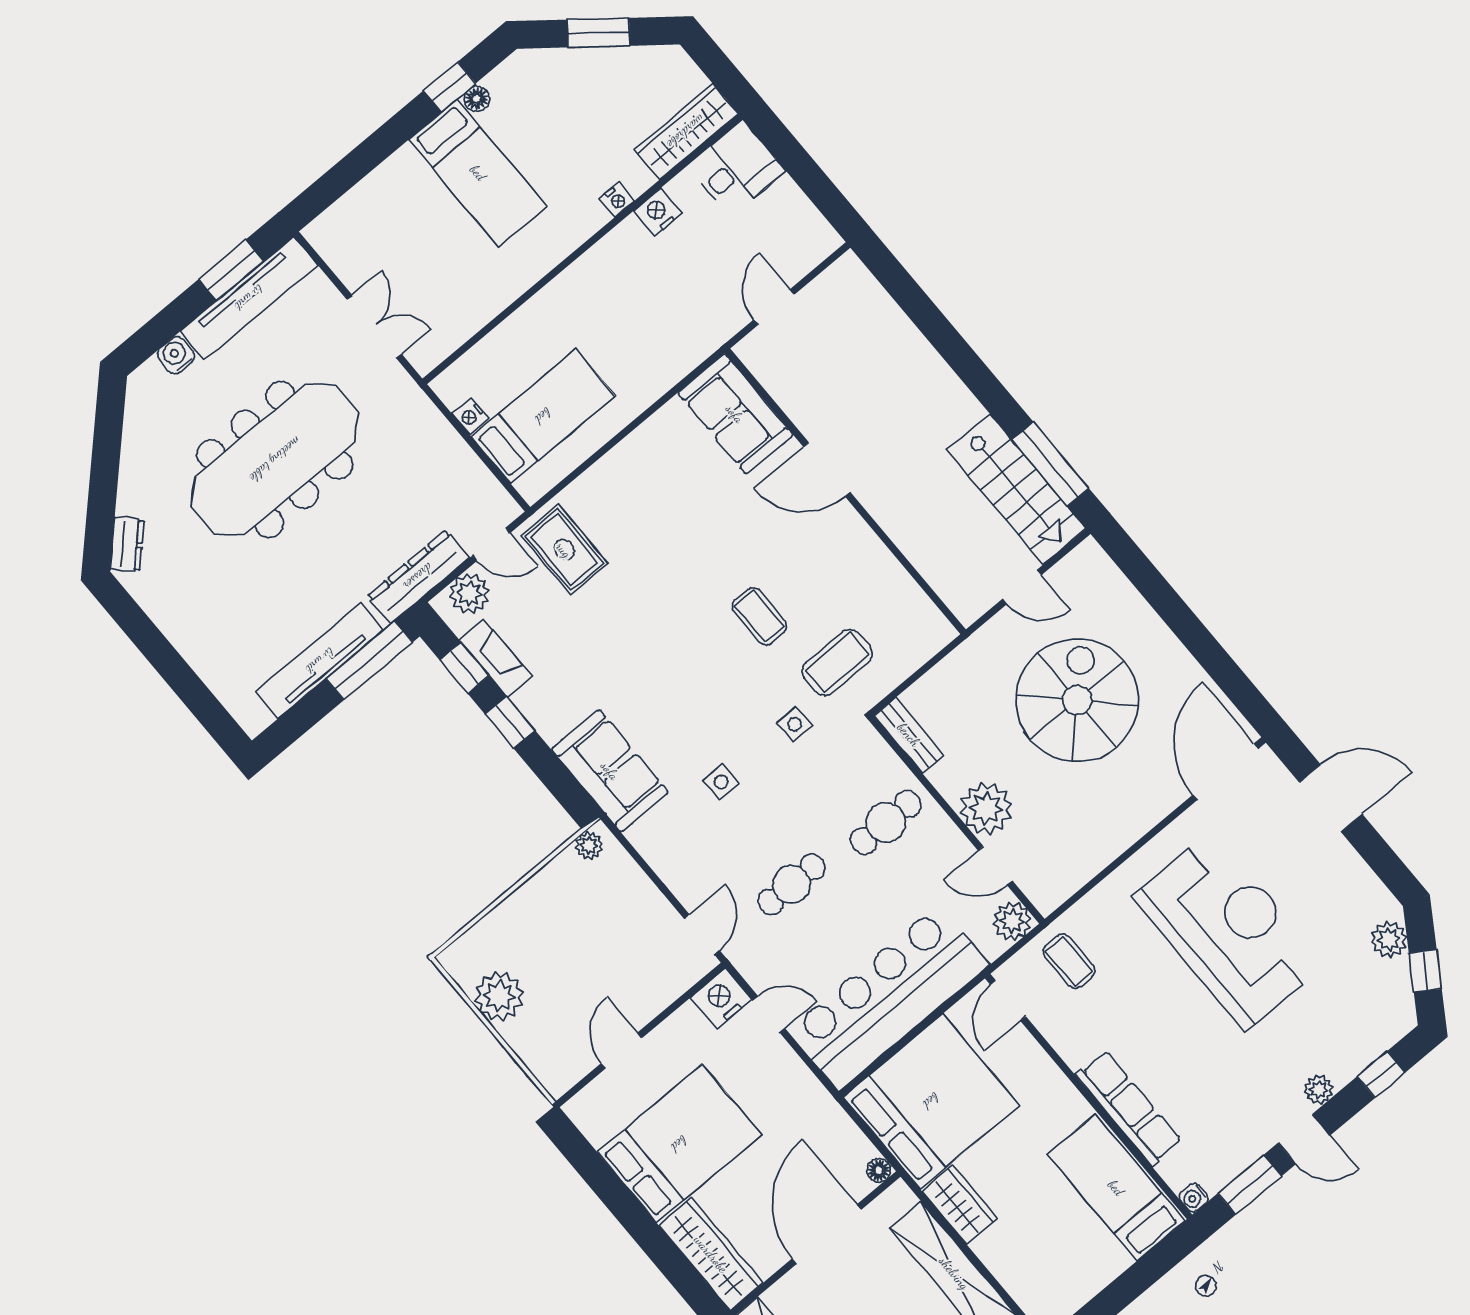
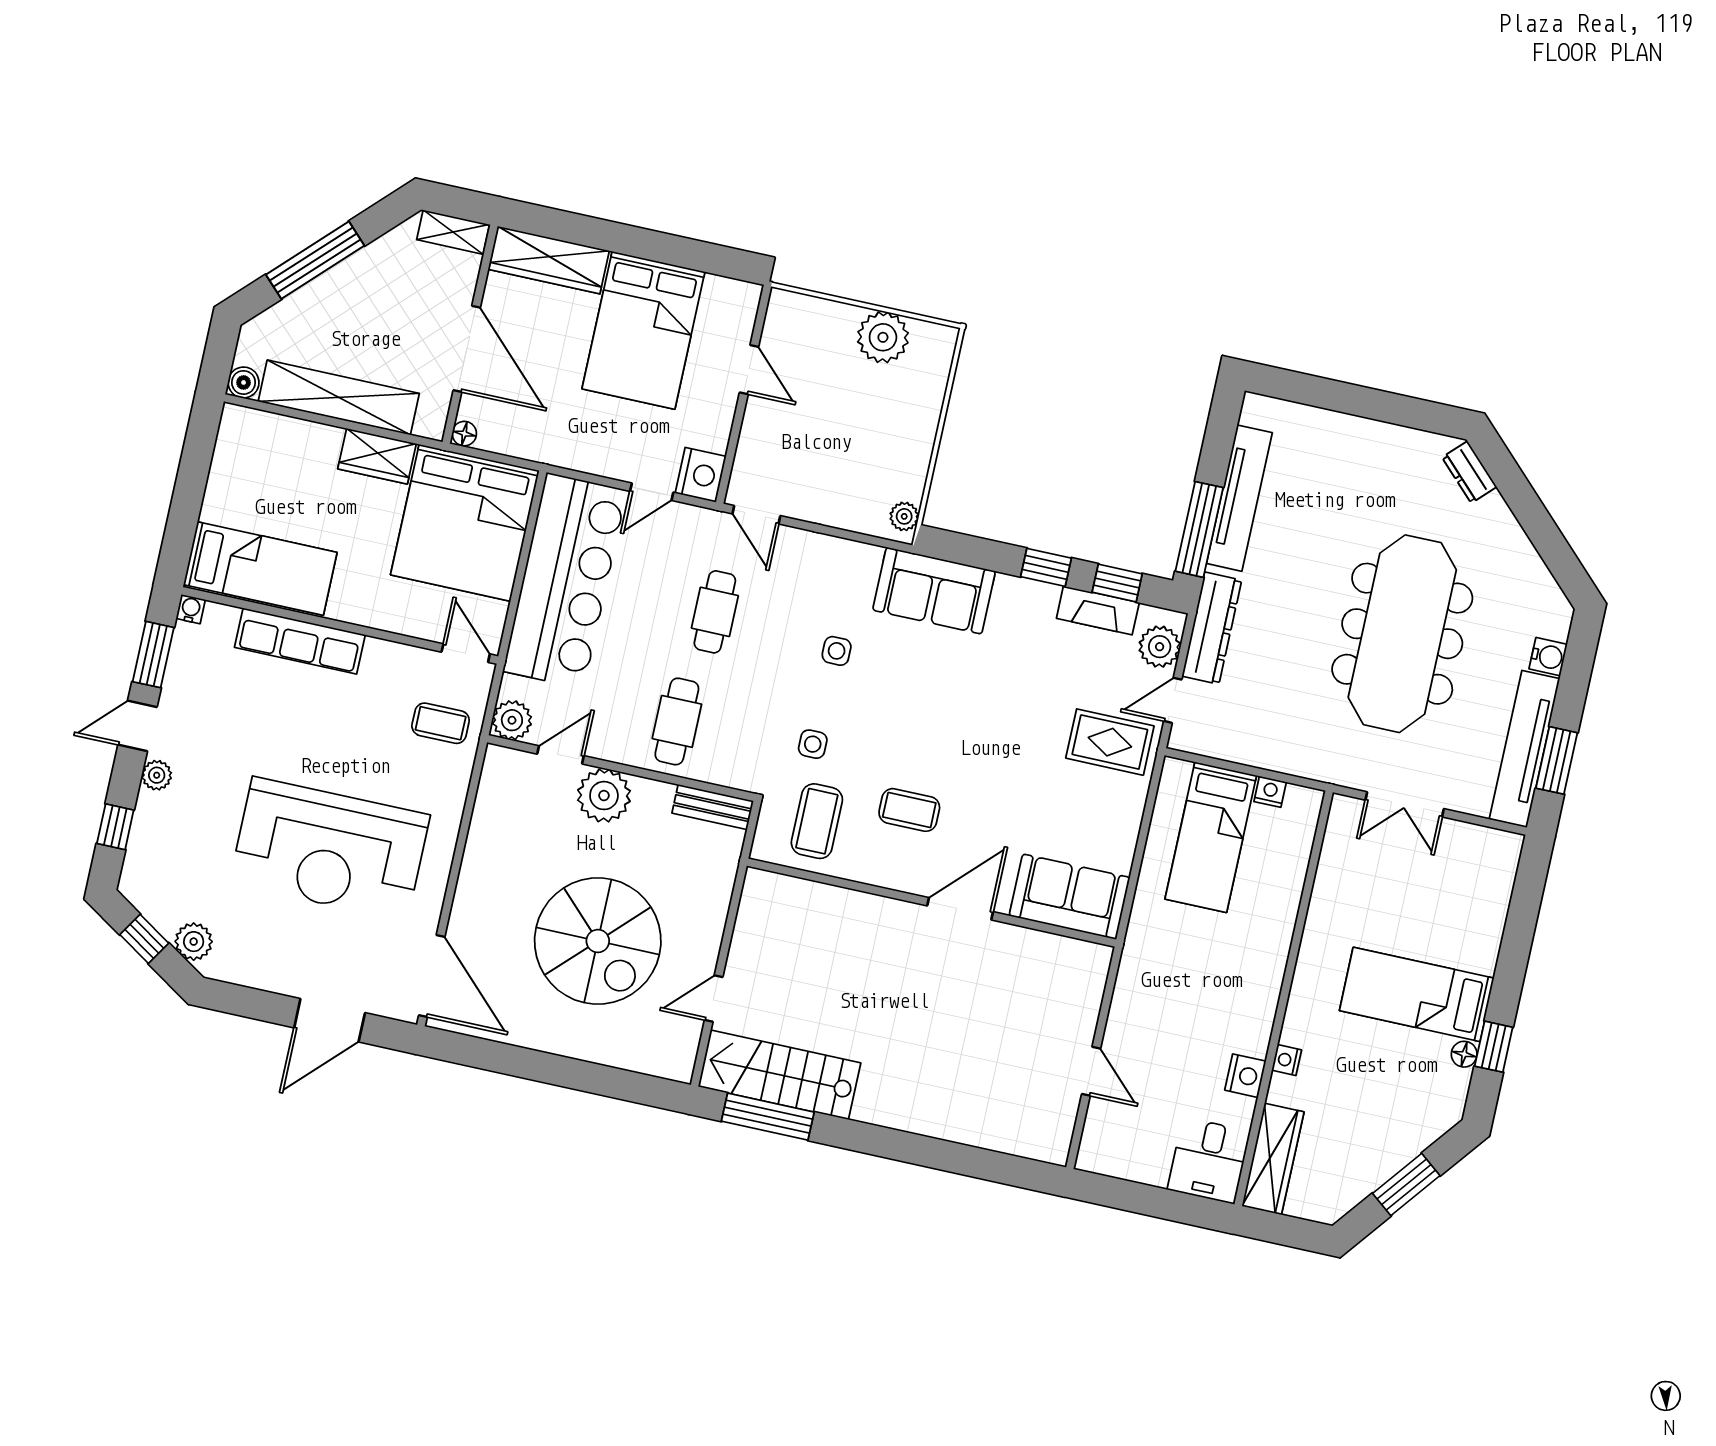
sofa: (735, 414) -> (1070, 897), moved
door: (827, 470) -> (960, 909), moved
wall: (845, 491) -> (932, 903), moved

